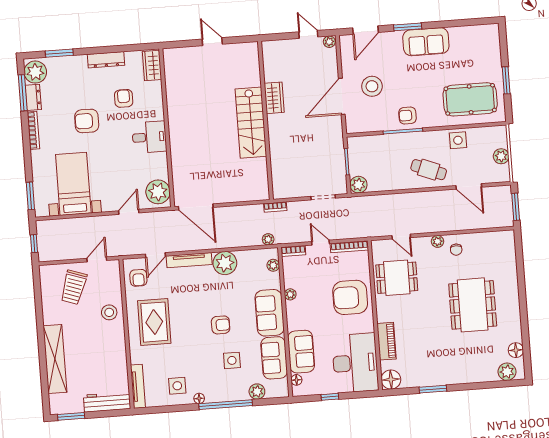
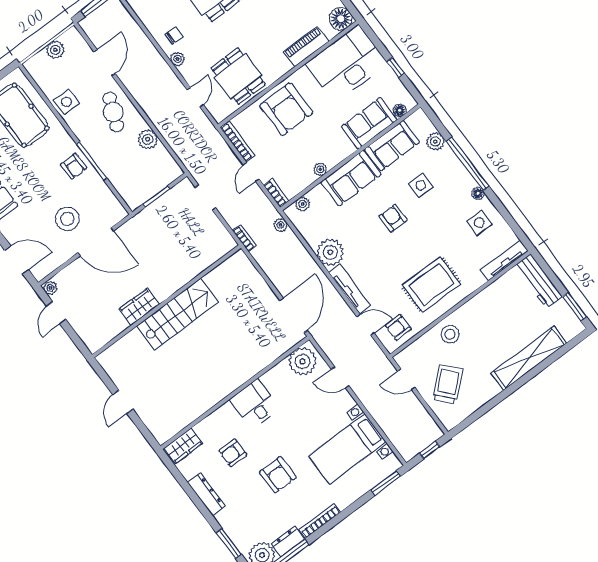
plant: (358, 185) -> (148, 139), moved
armchair: (138, 278) -> (398, 327), turned 180
trolley: (74, 287) -> (448, 384), turned -61

